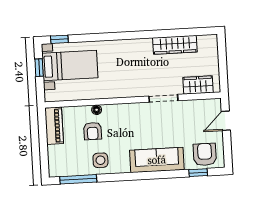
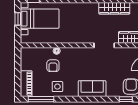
piano: (54, 126) -> (26, 84), moved
sofa: (157, 160) -> (92, 89), width x0.73

